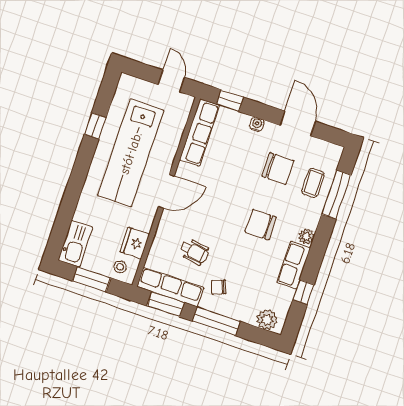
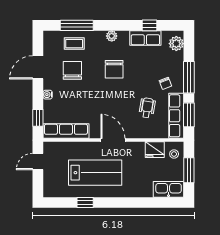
lab bench: (131, 153) -> (95, 173), width x0.73
row of seats: (294, 265) -> (145, 38), moved

